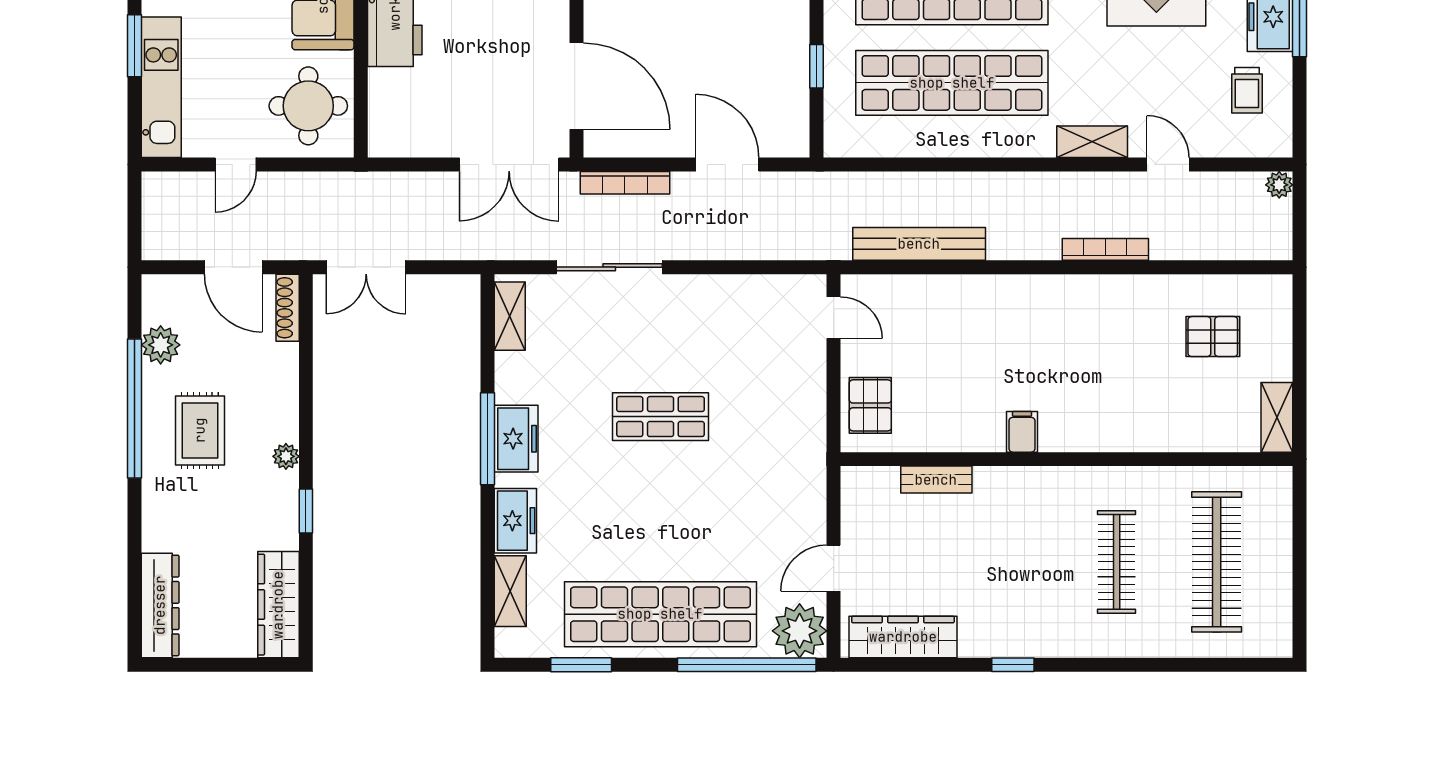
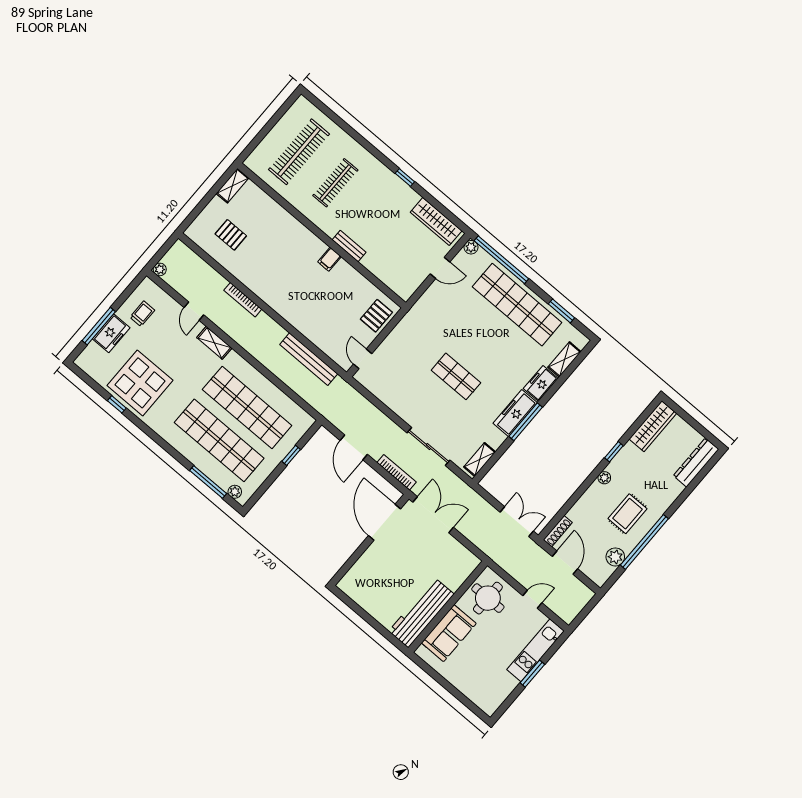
freezer: (516, 439) -> (515, 413), width x1.40
bench: (936, 480) -> (349, 246), moved
plant: (800, 631) -> (471, 247), width x0.53, depth x0.53

